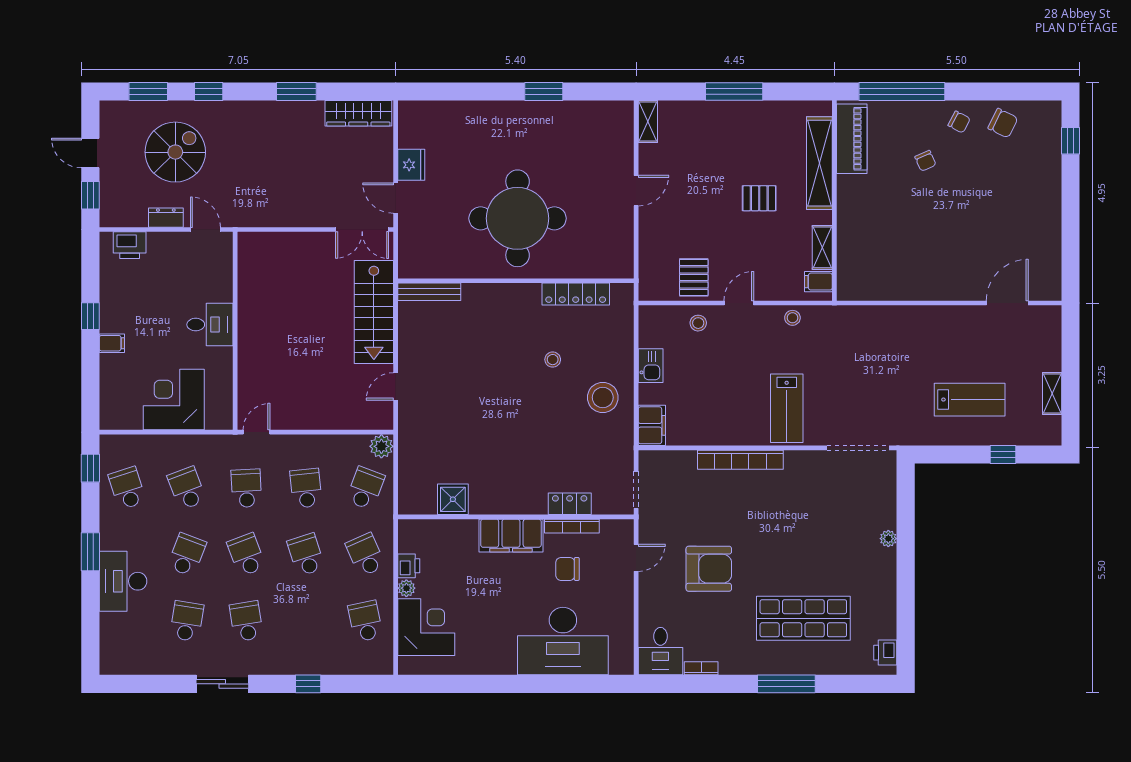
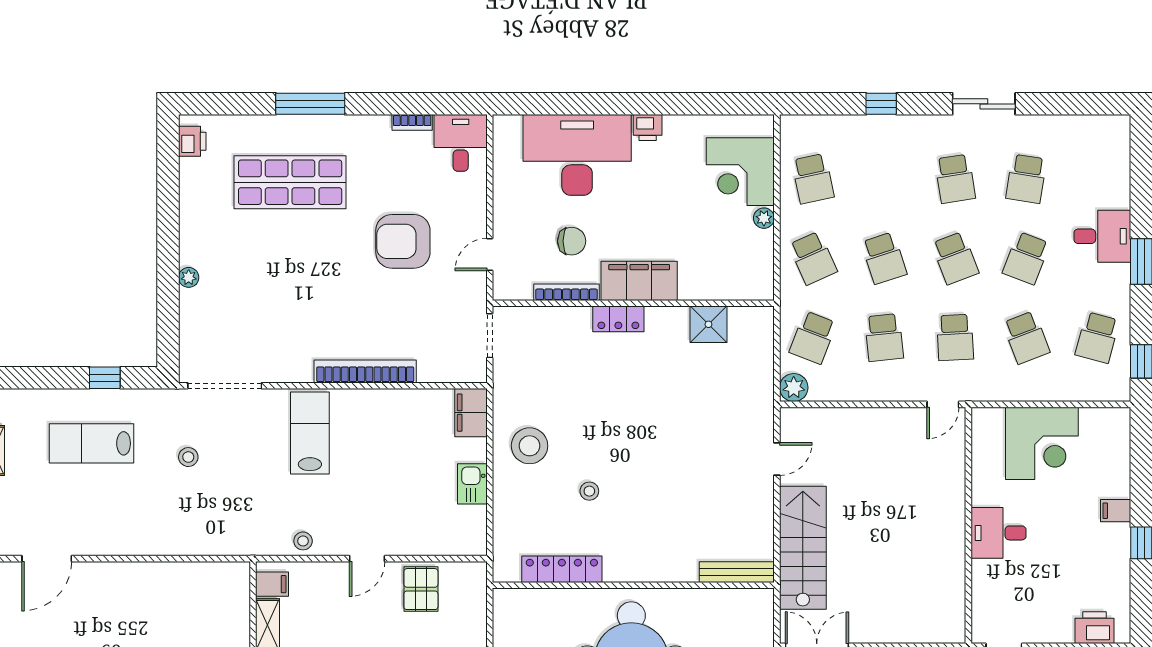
stool: (698, 323) -> (188, 457), moved
window: (1003, 454) -> (105, 378), moved
school desk: (127, 488) -> (1097, 337), turned 33
locker: (570, 504) -> (618, 319), moved
printer: (409, 566) -> (648, 128), moved, turned -90
desk: (123, 581) -> (1102, 236), width x0.73

